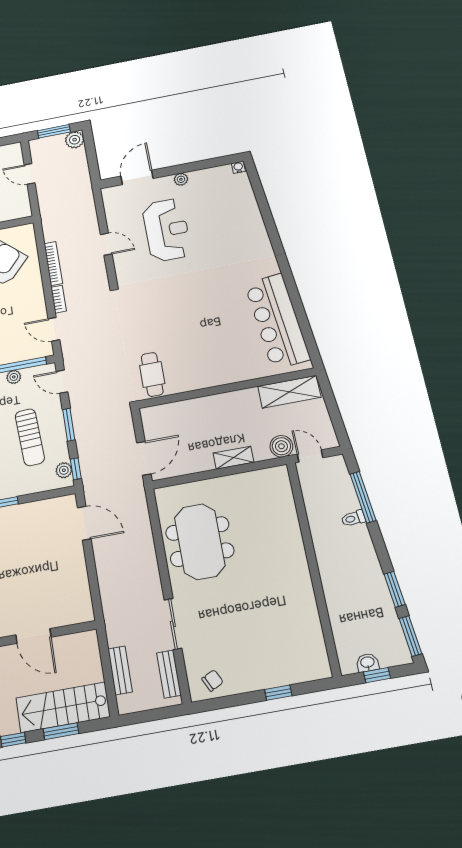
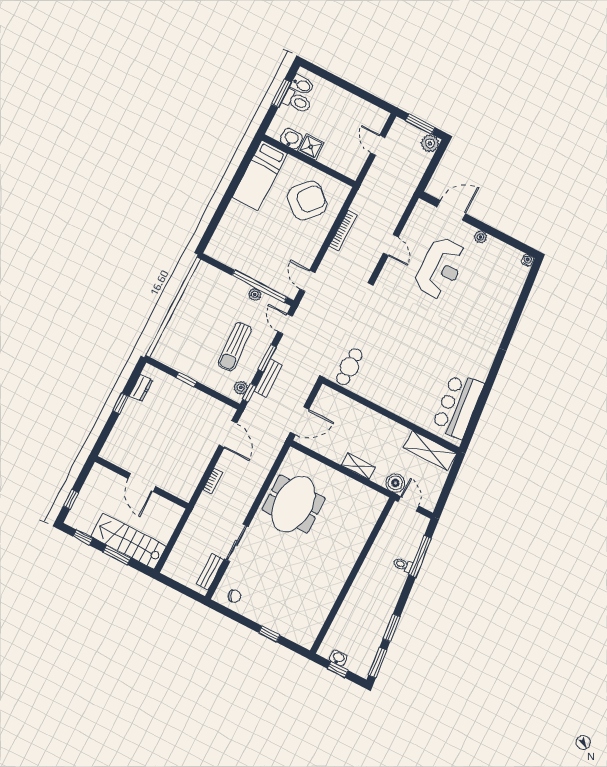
bookcase: (59, 299) -> (213, 481), moved
bar counter: (277, 321) -> (458, 406), width x0.73
bench: (120, 670) -> (268, 378), moved

